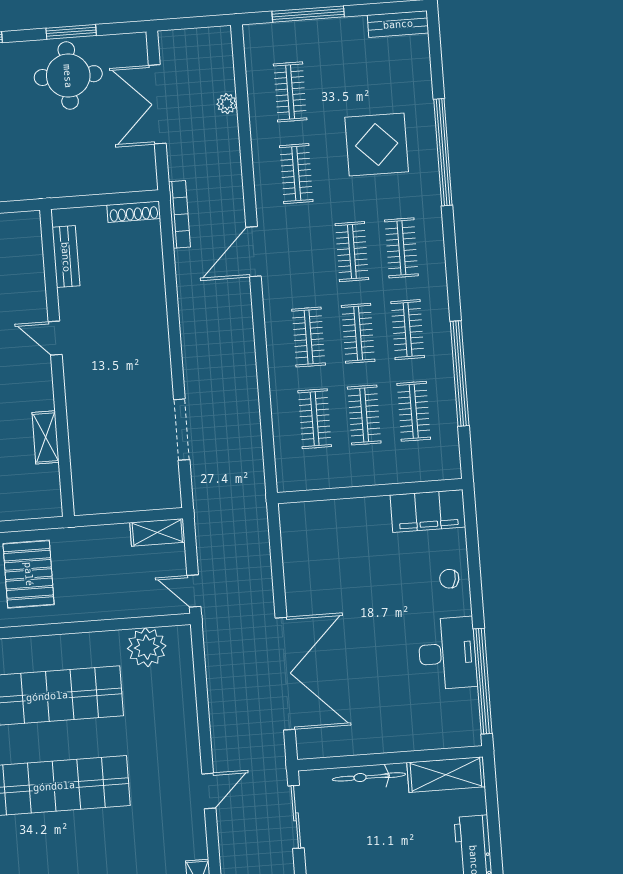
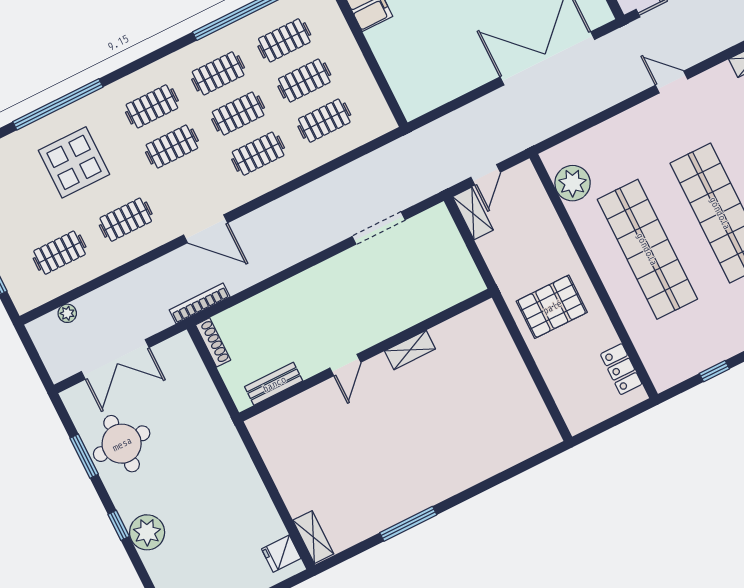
plant: (227, 104) -> (67, 313), moved
shelving: (46, 437) -> (410, 350), moved
door: (194, 591) -> (486, 175), moved

